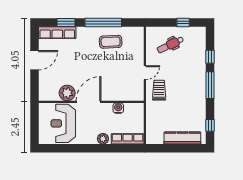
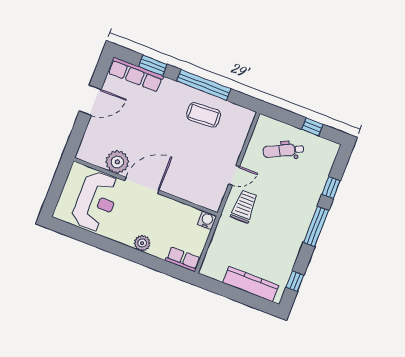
water cooler: (118, 108) -> (207, 220), moved
reception desk: (63, 123) -> (96, 201), turned 180
row of seats: (128, 139) -> (183, 259), width x0.68

